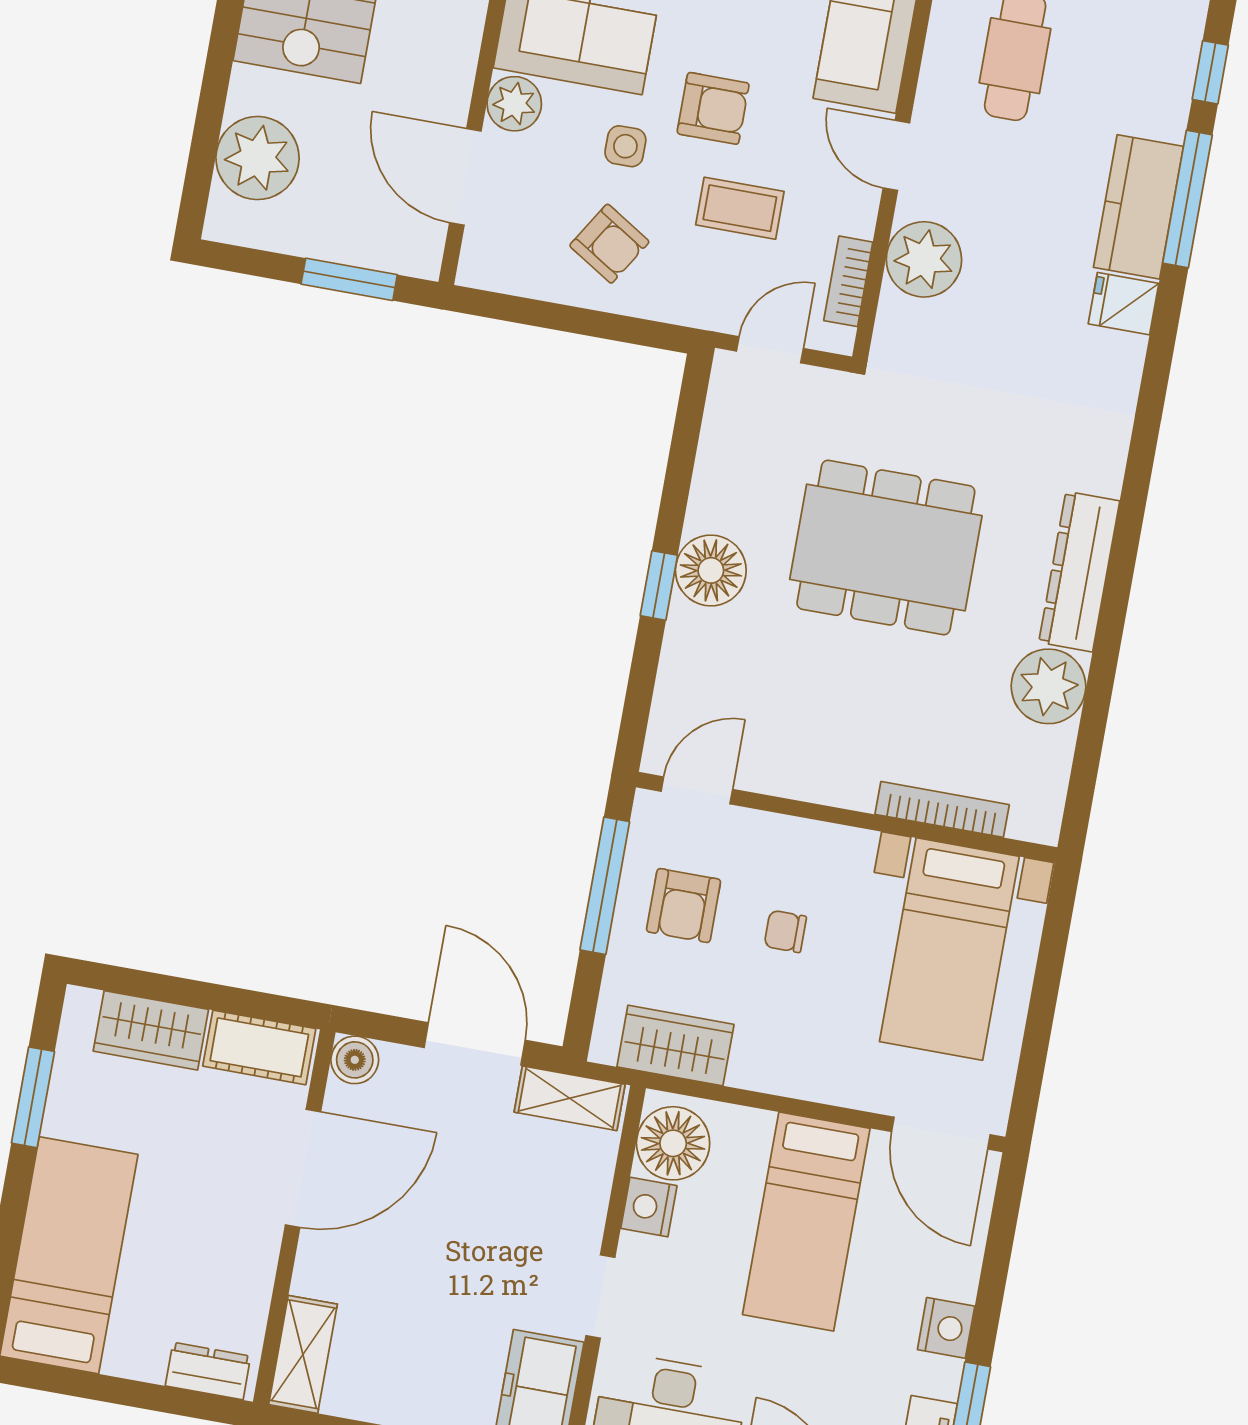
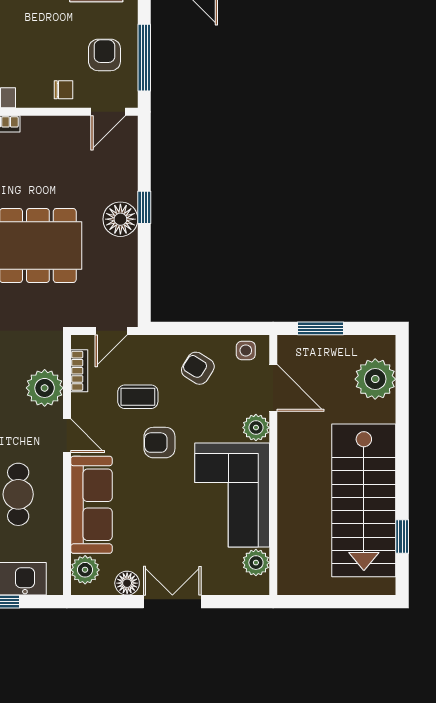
side table: (625, 146) -> (246, 350), moved
chair: (785, 931) -> (63, 90), moved

